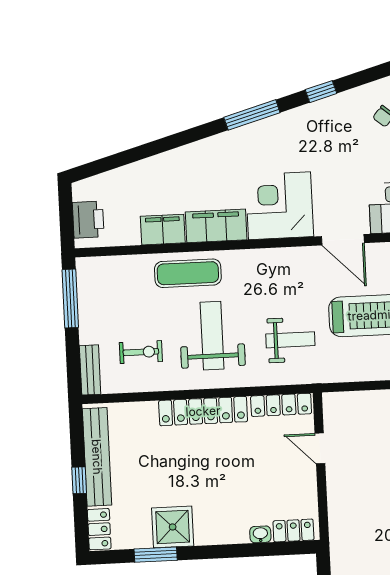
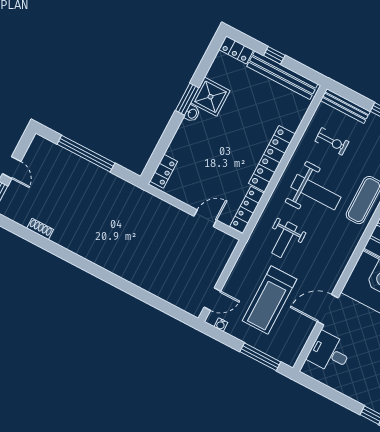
exercise bike: (141, 352) -> (332, 141), turned -90
bench: (90, 370) -> (345, 106), width x1.36
washbasin: (260, 534) -> (192, 114), moved
window: (156, 555) -> (187, 99), moved

